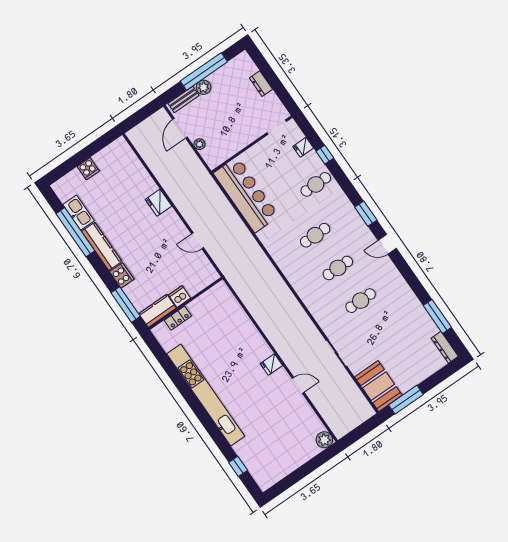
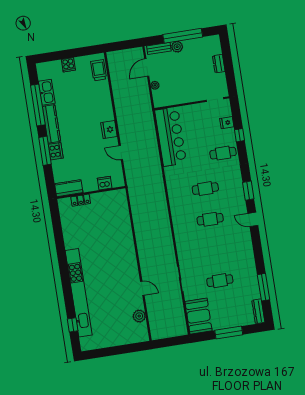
trolley: (126, 158) -> (99, 70), added
fridge: (158, 203) -> (109, 130), moved
dishwasher: (180, 296) -> (105, 183), moved
cafe table: (361, 301) -> (220, 281), moved
window: (126, 305) -> (45, 151), moved
fridge: (271, 364) -> (131, 265), removed
kitchen unit: (206, 395) -> (79, 293), moved
window: (406, 400) -> (229, 333), moved
plant: (324, 440) -> (139, 316), moved

